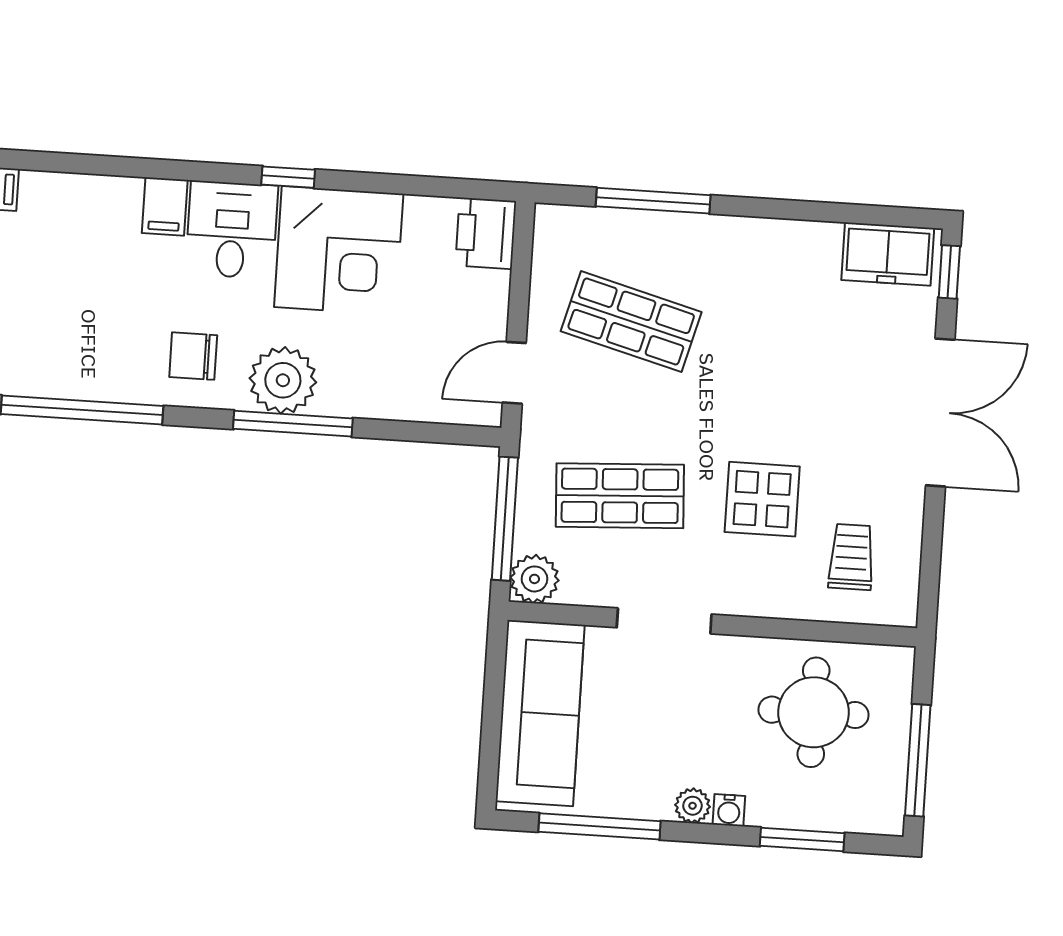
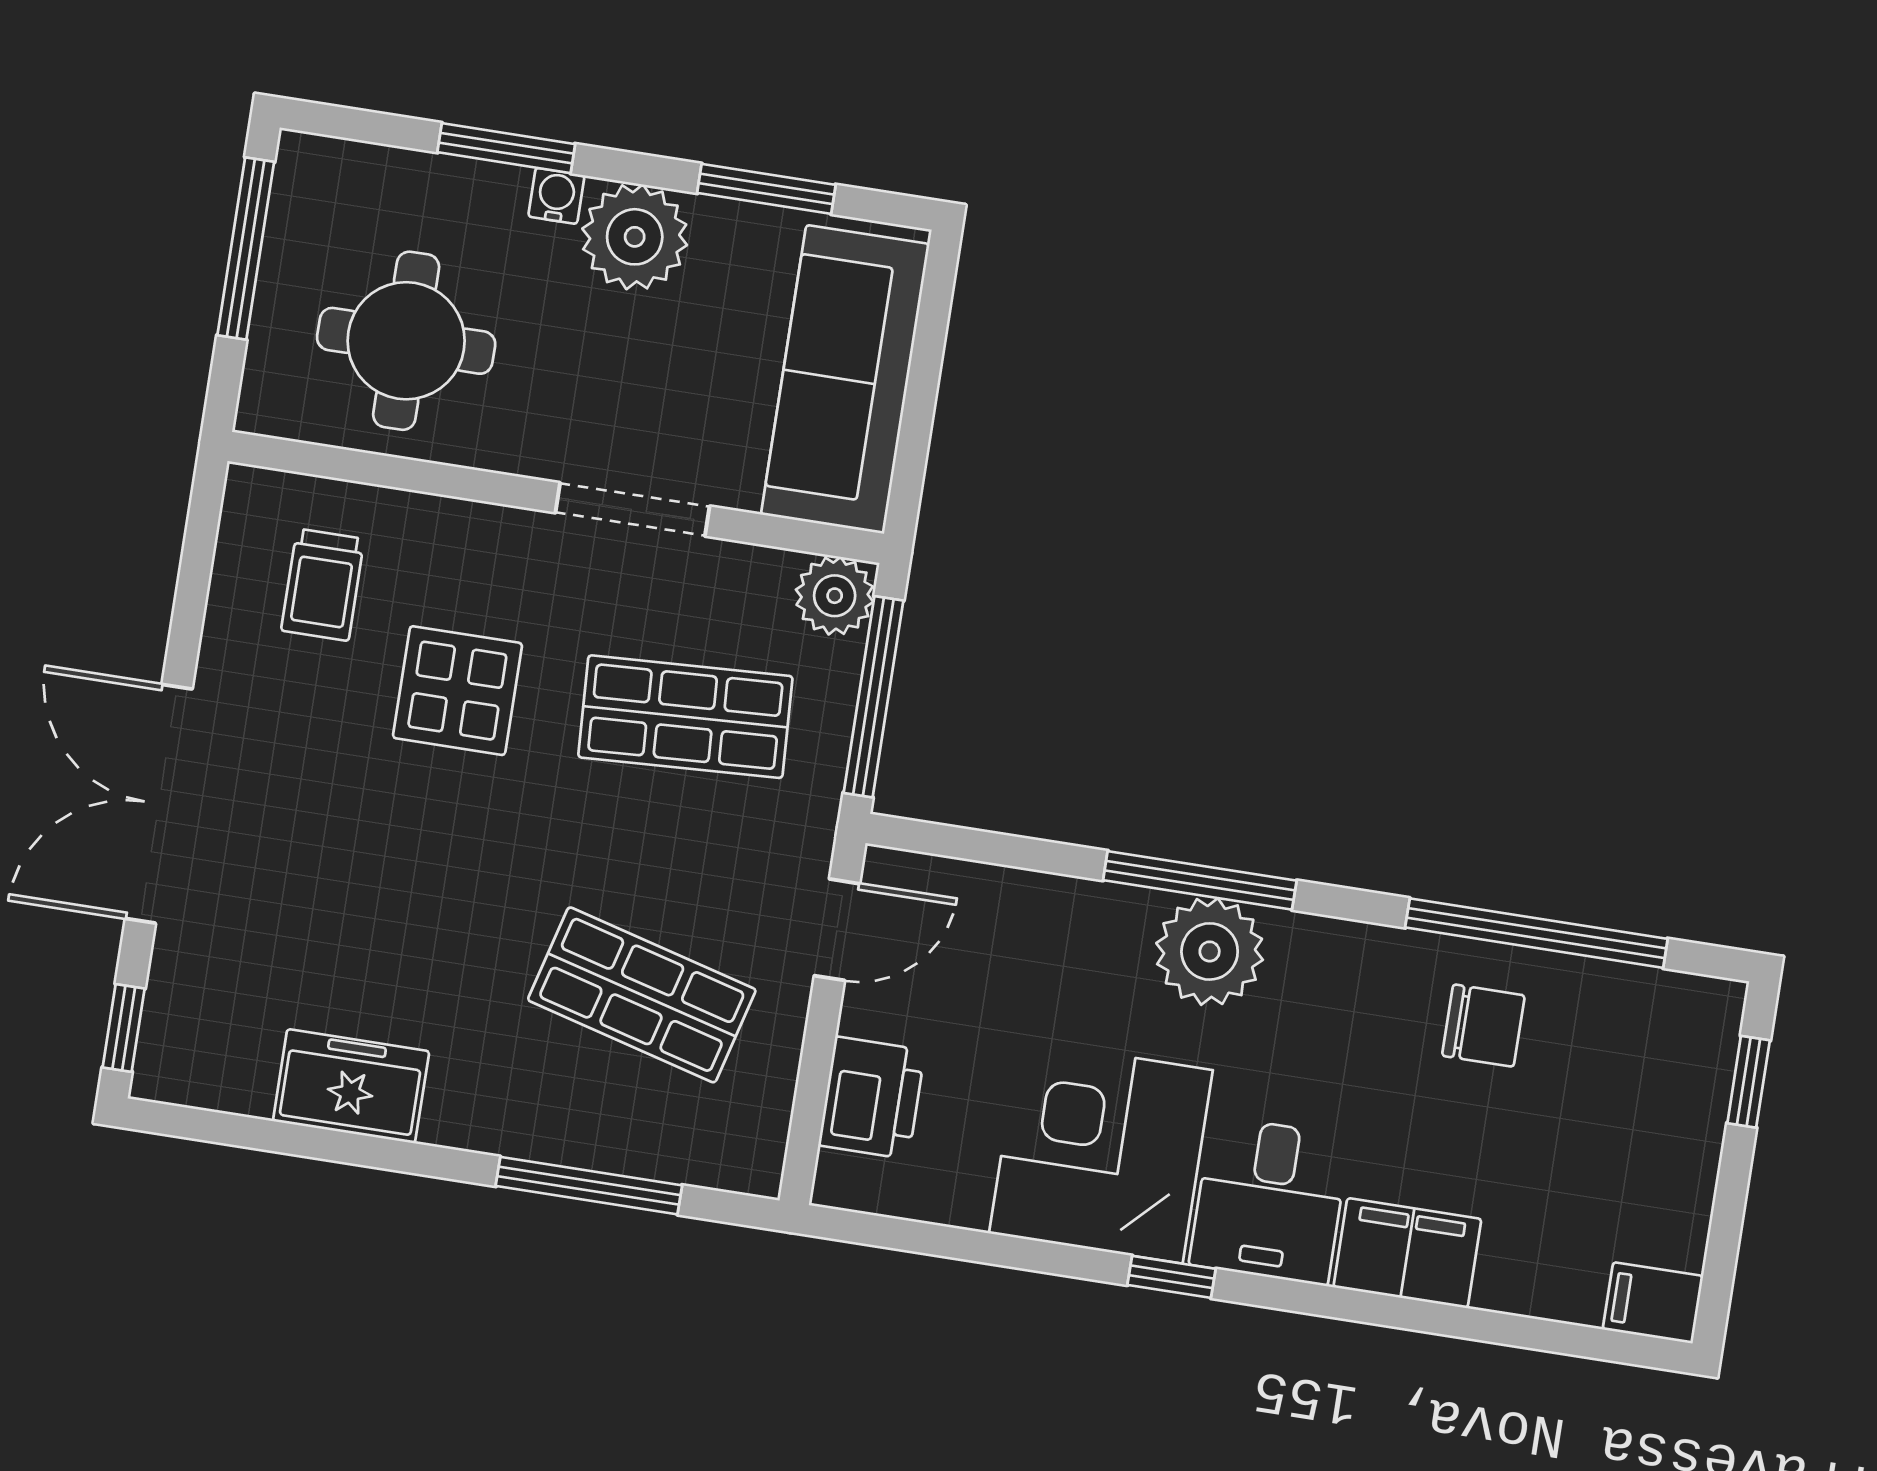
filing cabinet: (165, 206) -> (1407, 1253), width x2.00
printer: (486, 233) -> (872, 1098), moved
freezer: (888, 254) -> (351, 1086), moved
chair: (193, 356) -> (1483, 1026), moved
plant: (693, 806) -> (635, 237), width x1.87, depth x1.87
window: (600, 826) -> (766, 189), width x0.69
window: (802, 840) -> (506, 148), moved

